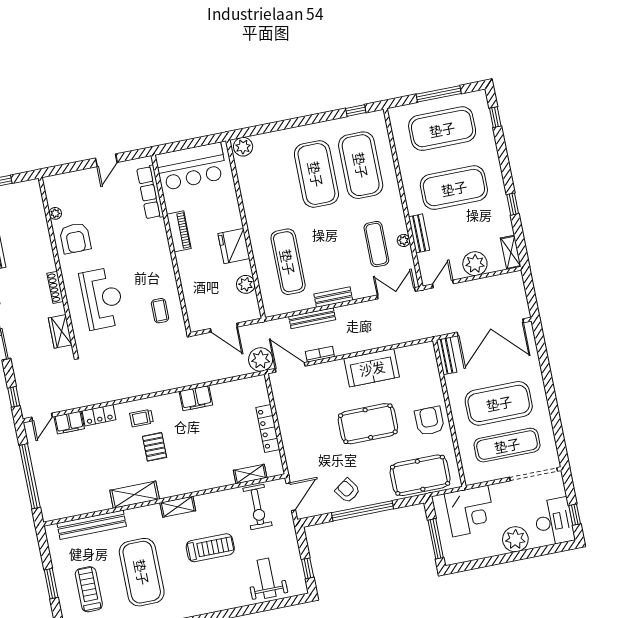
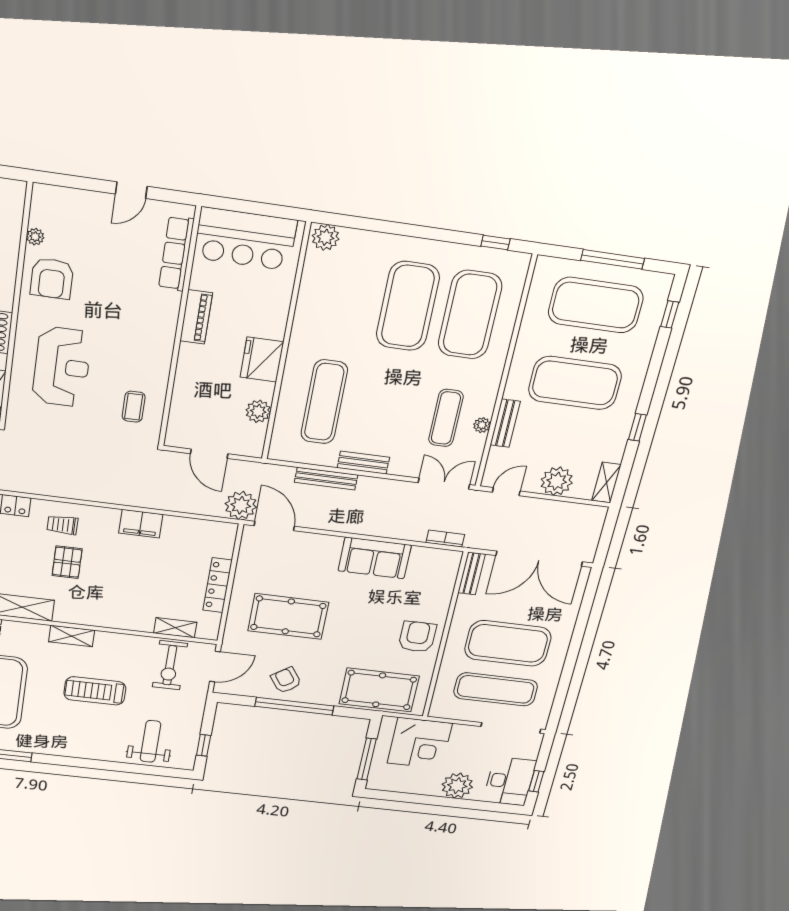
bookcase: (320, 354) -> (445, 539), moved
pool table: (368, 424) -> (288, 616), moved
treadmill: (210, 548) -> (95, 691), turned 180

